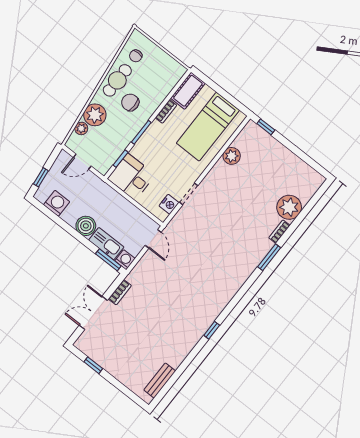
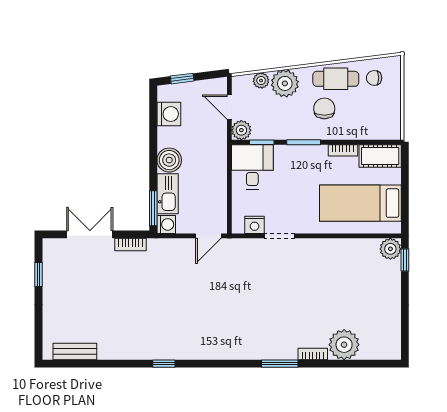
plant: (232, 156) -> (390, 249), moved
plant: (103, 165) -> (241, 130), added

